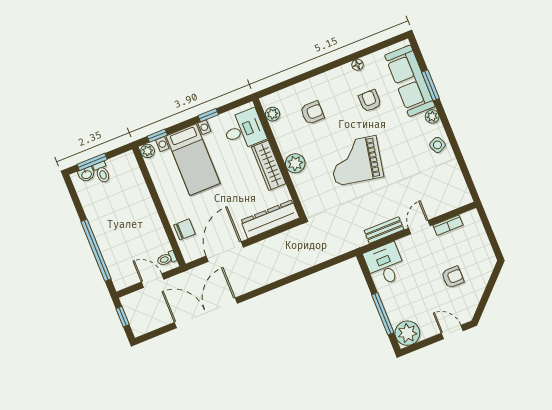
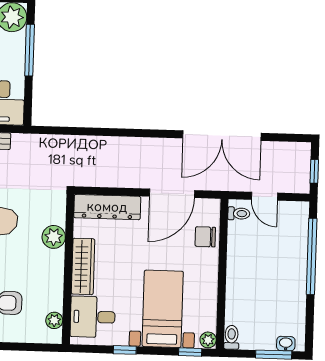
plant: (295, 163) -> (54, 237), moved
toilet: (102, 172) -> (231, 337), moved

